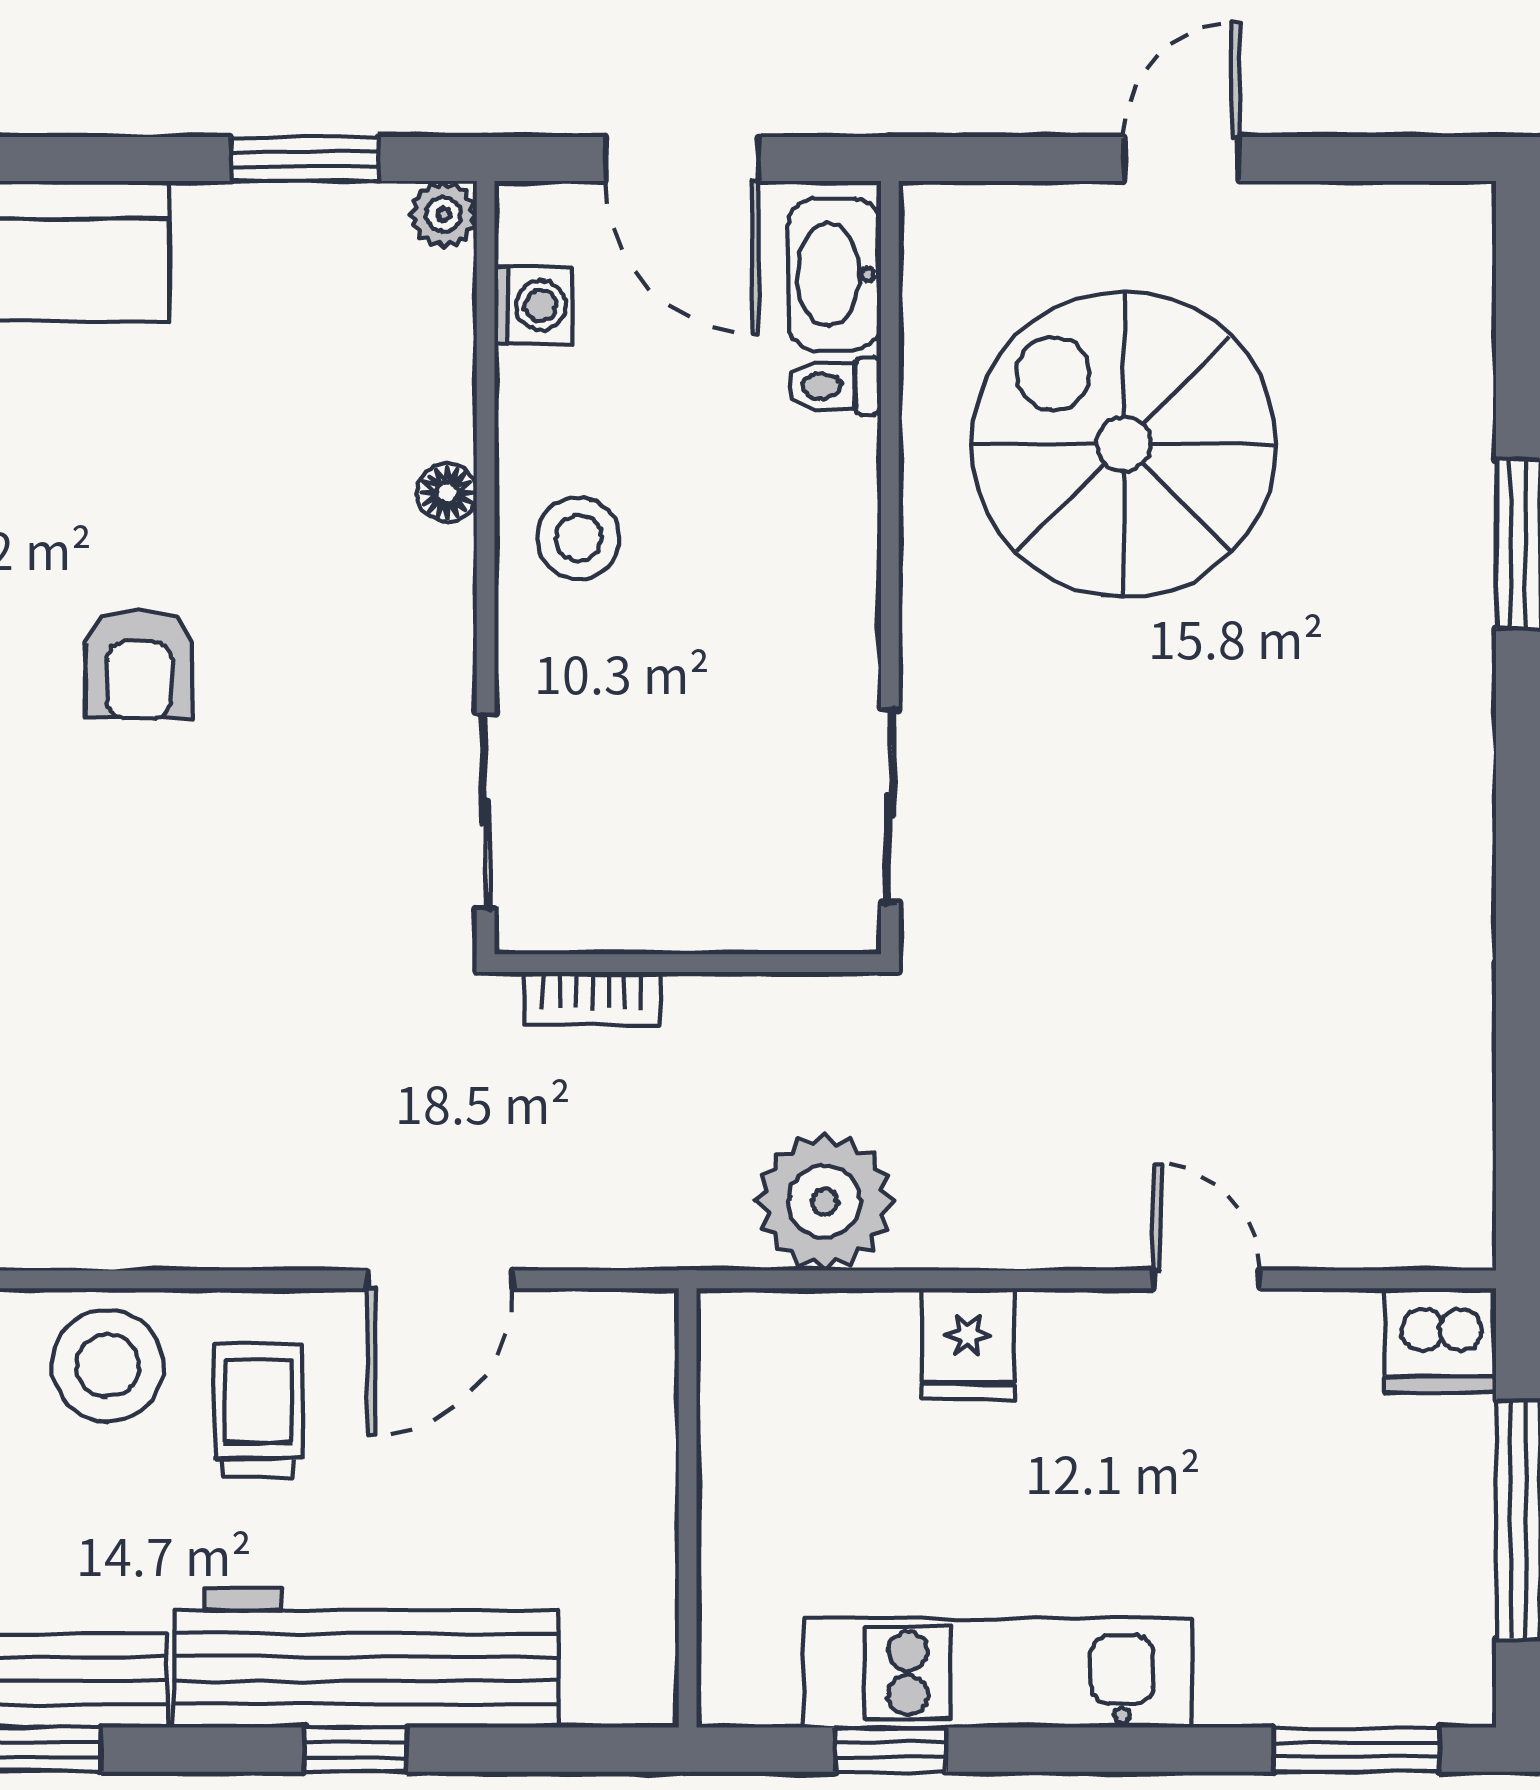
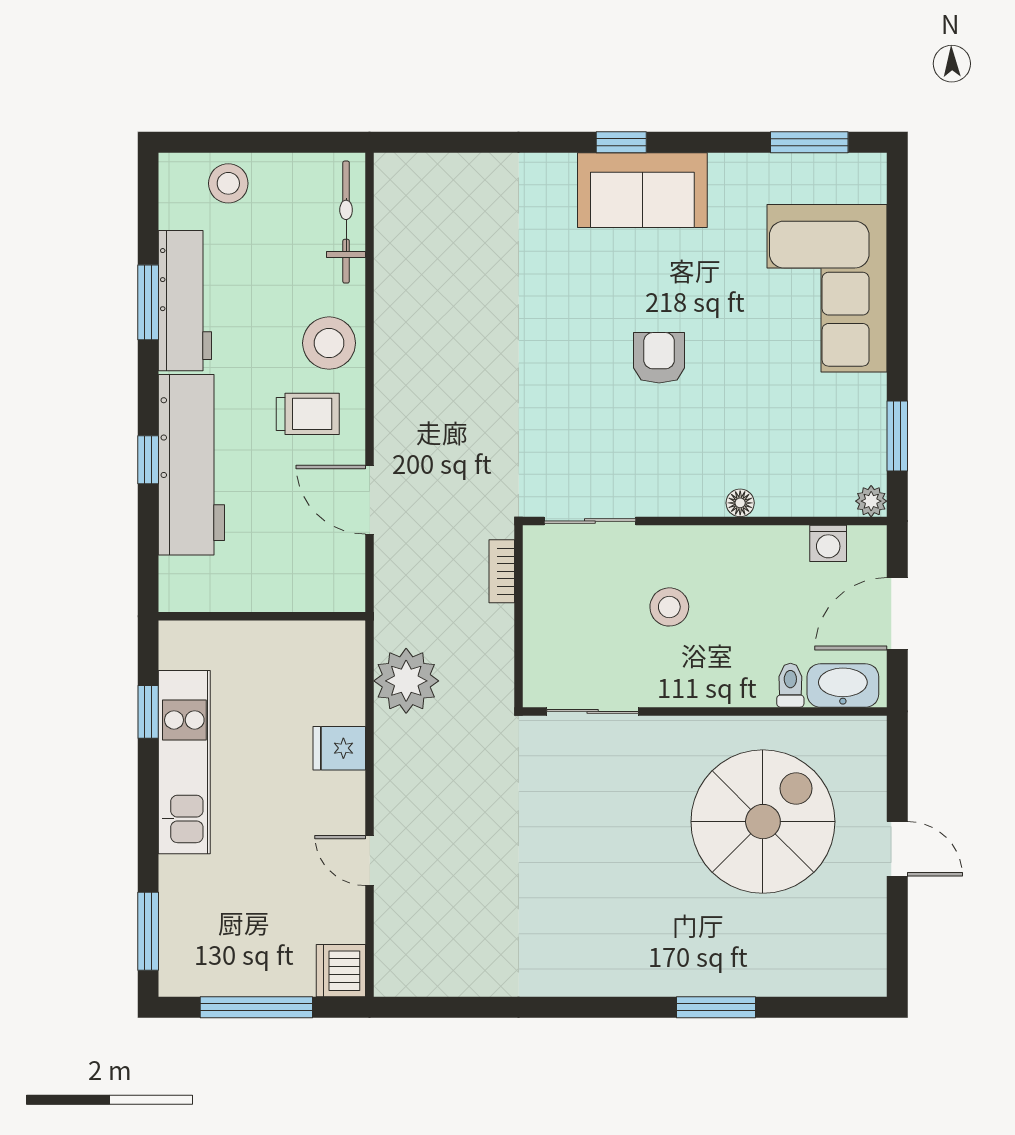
stool: (578, 538) -> (669, 607), moved
armchair: (139, 665) -> (659, 358), turned 90
door: (1206, 1279) -> (370, 860), swing flipped

